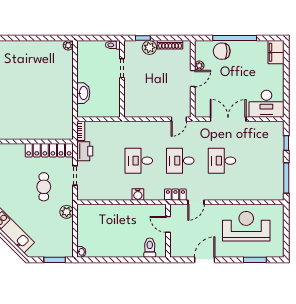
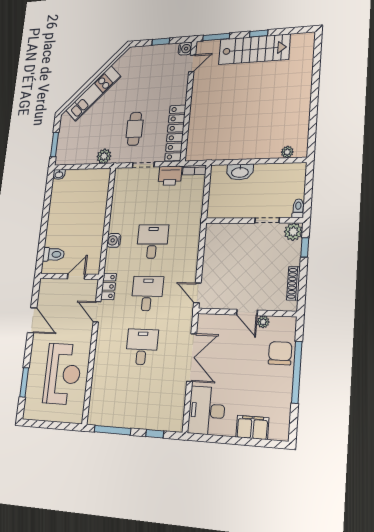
plant: (68, 45) -> (287, 152), moved
plant: (149, 48) -> (293, 232), moved
filing cabinet: (276, 52) -> (252, 427), moved
cafe table: (44, 187) -> (135, 129), turned 90

